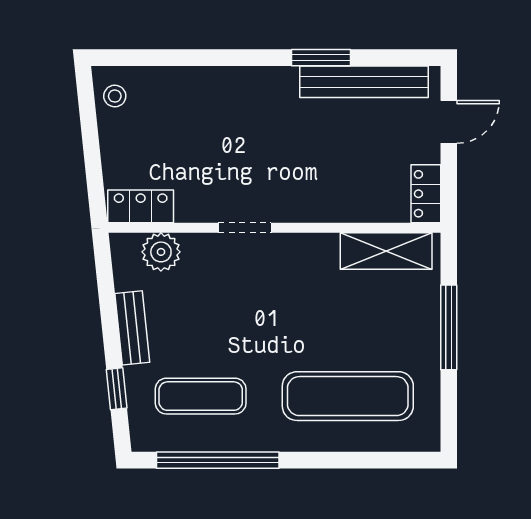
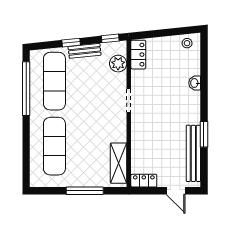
washbasin: (205, 79) -> (195, 83), added
window: (104, 270) -> (110, 38), added
window: (117, 389) -> (71, 43), moved
exercise mat: (201, 396) -> (54, 81), width x1.36, depth x1.45

